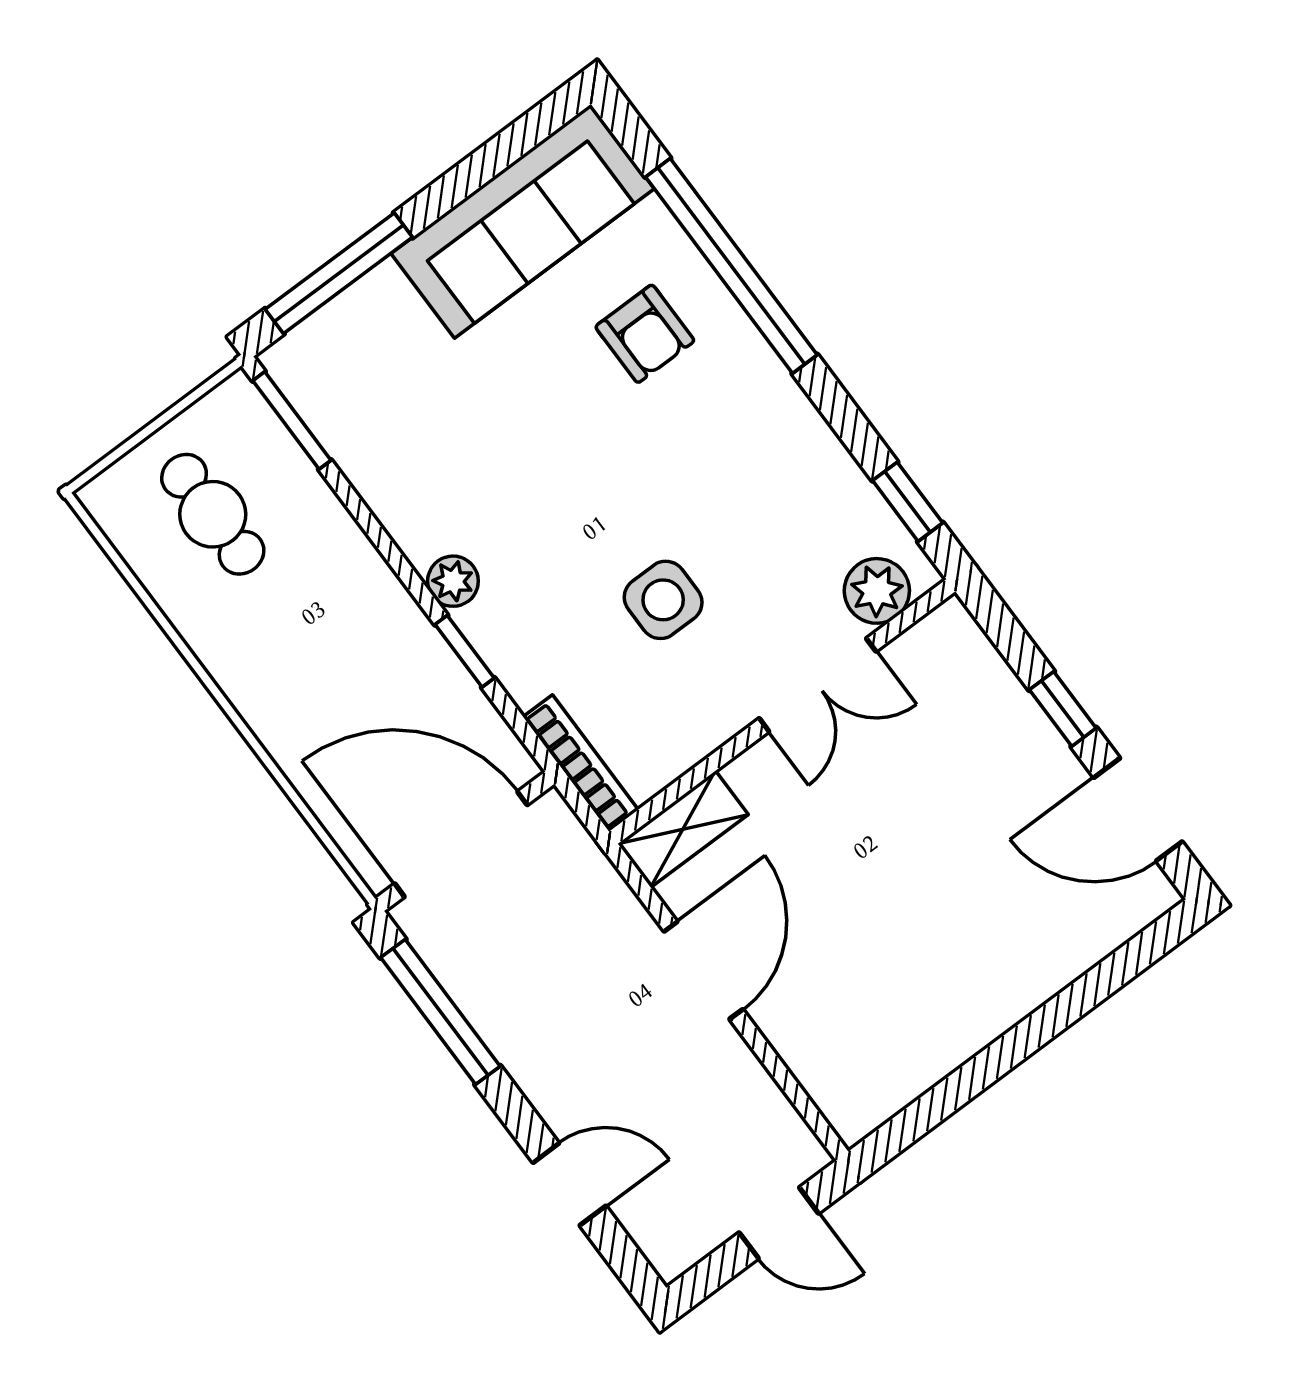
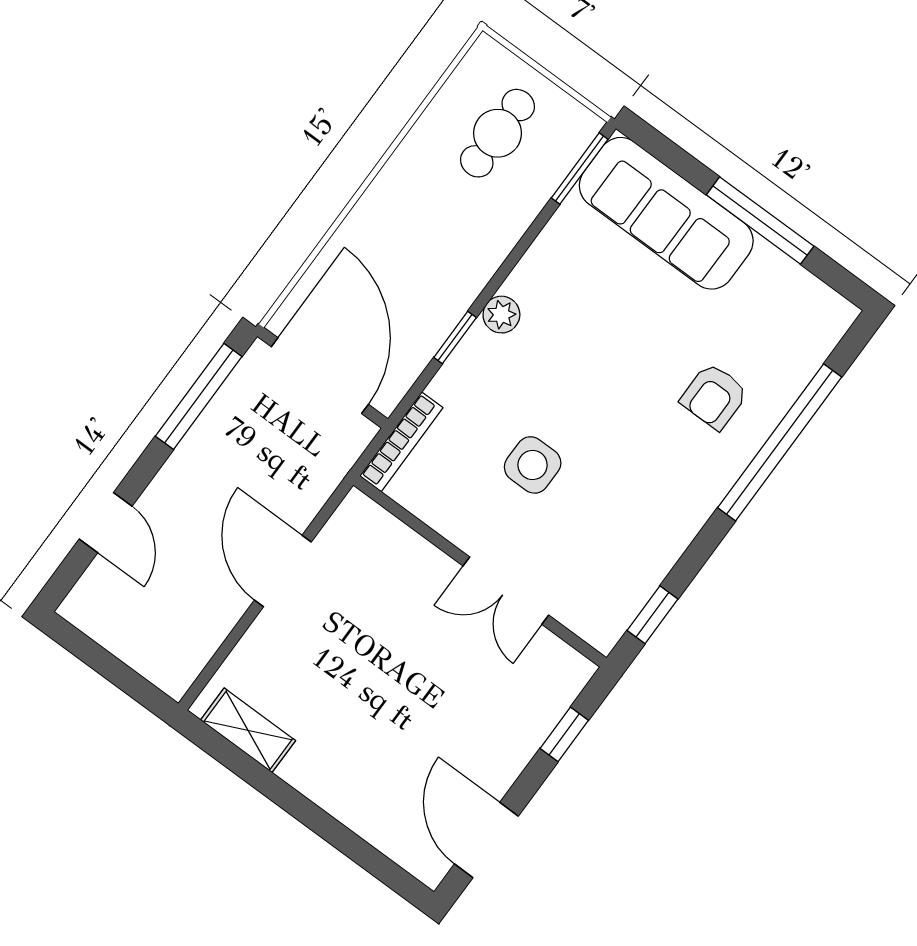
sofa: (523, 221) -> (666, 213), moved
window: (339, 273) -> (760, 221), moved
plant: (877, 591) -> (584, 612), removed
window: (1063, 709) -> (564, 734), moved
shelving: (683, 829) -> (248, 730), moved
door: (703, 970) -> (283, 571), swing flipped
door: (779, 1223) -> (123, 677), removed

